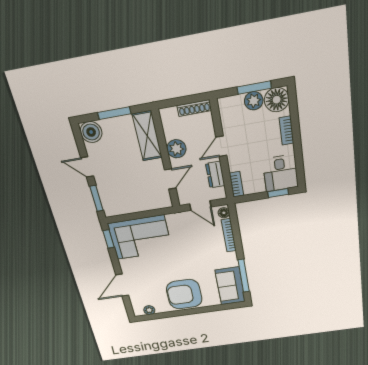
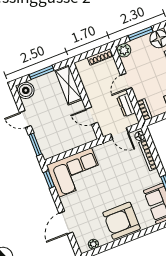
plant: (254, 101) -> (124, 50), moved
plant: (176, 149) -> (92, 90), removed
door: (170, 179) -> (92, 116), swing flipped

